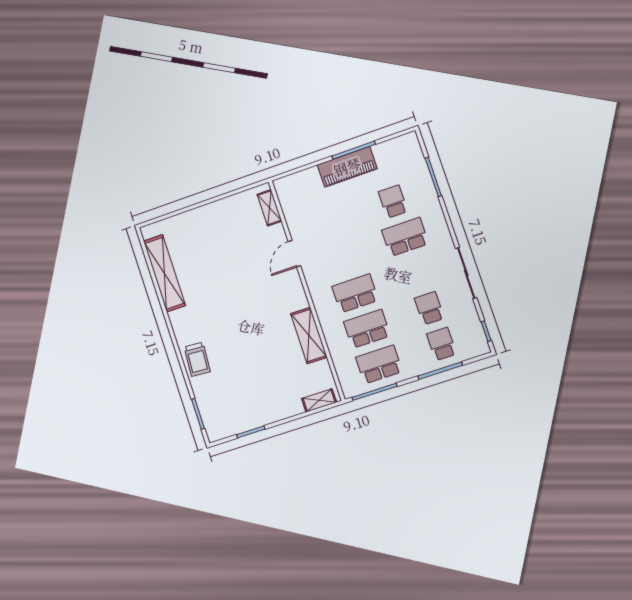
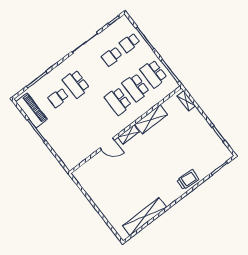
piano: (347, 167) -> (32, 110), moved
shelving: (269, 208) -> (129, 135), moved

